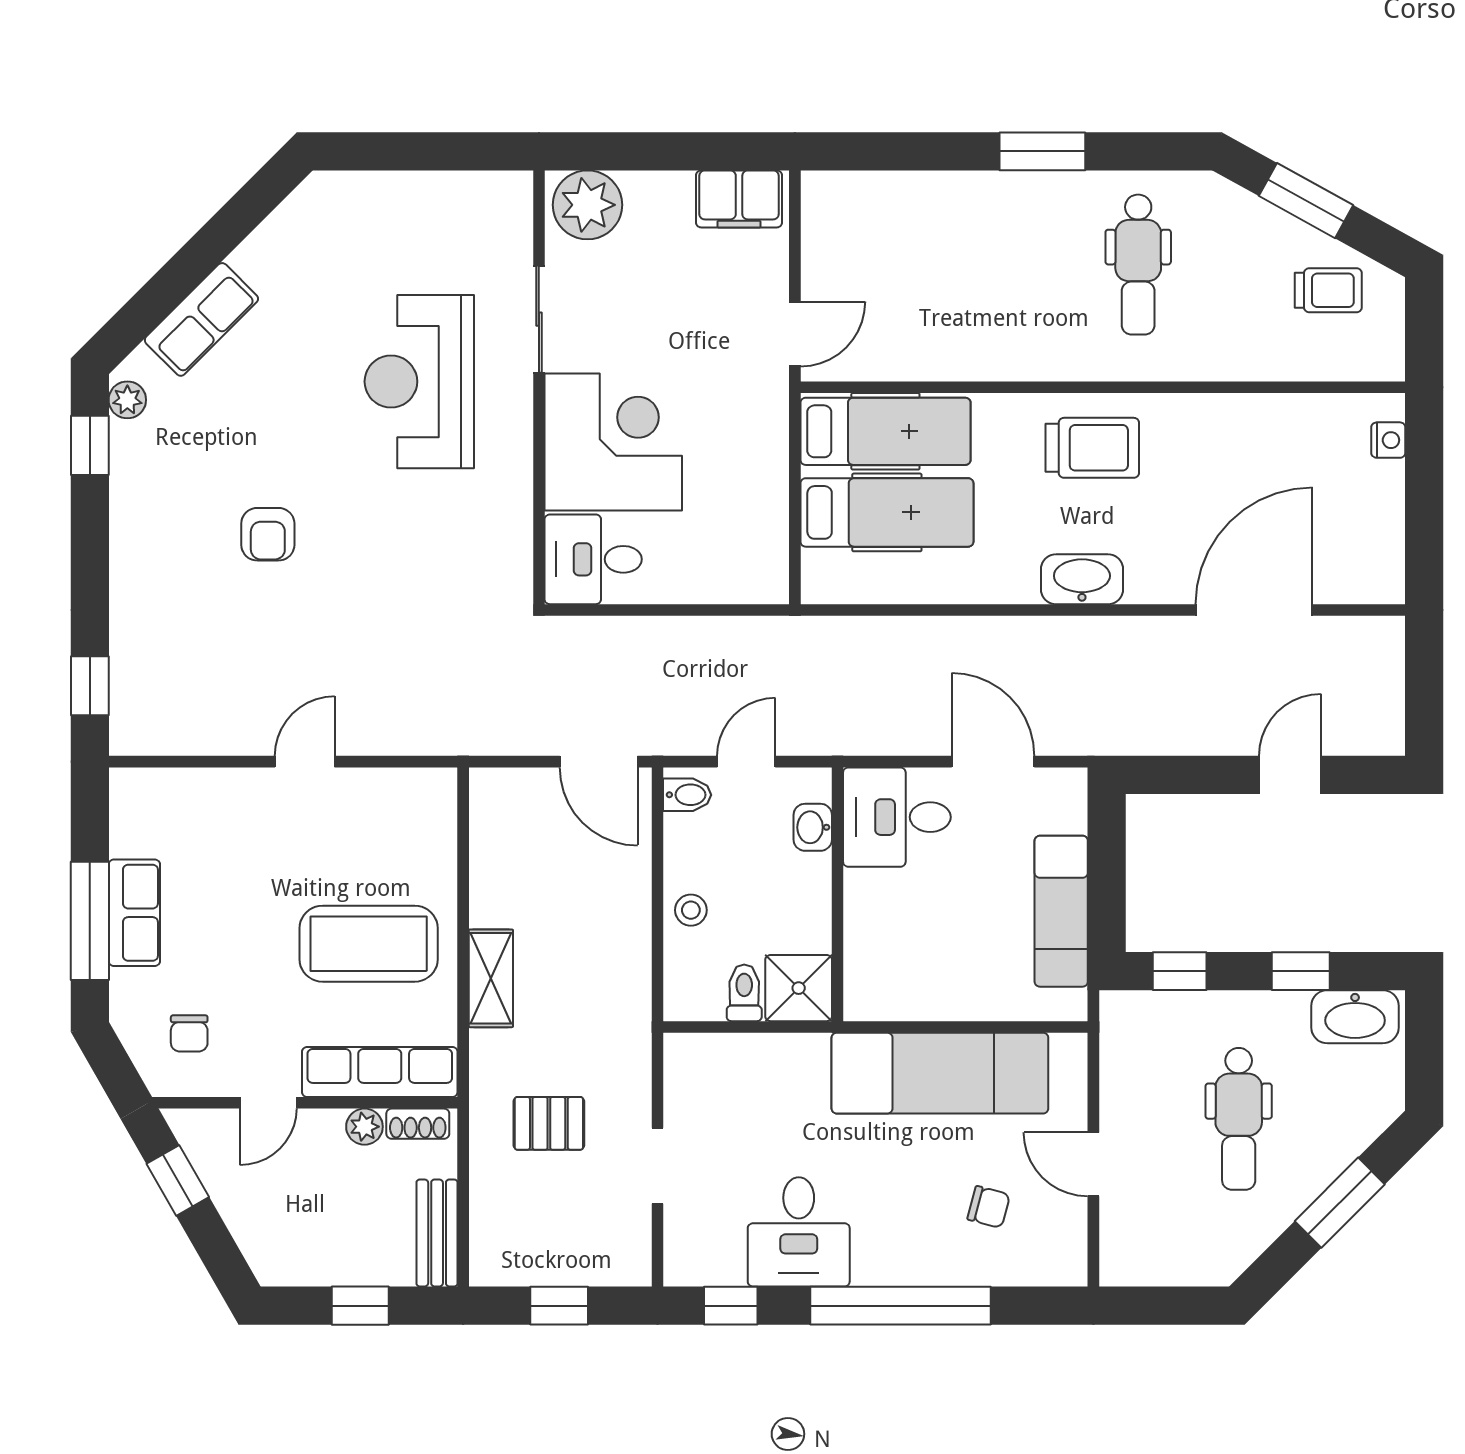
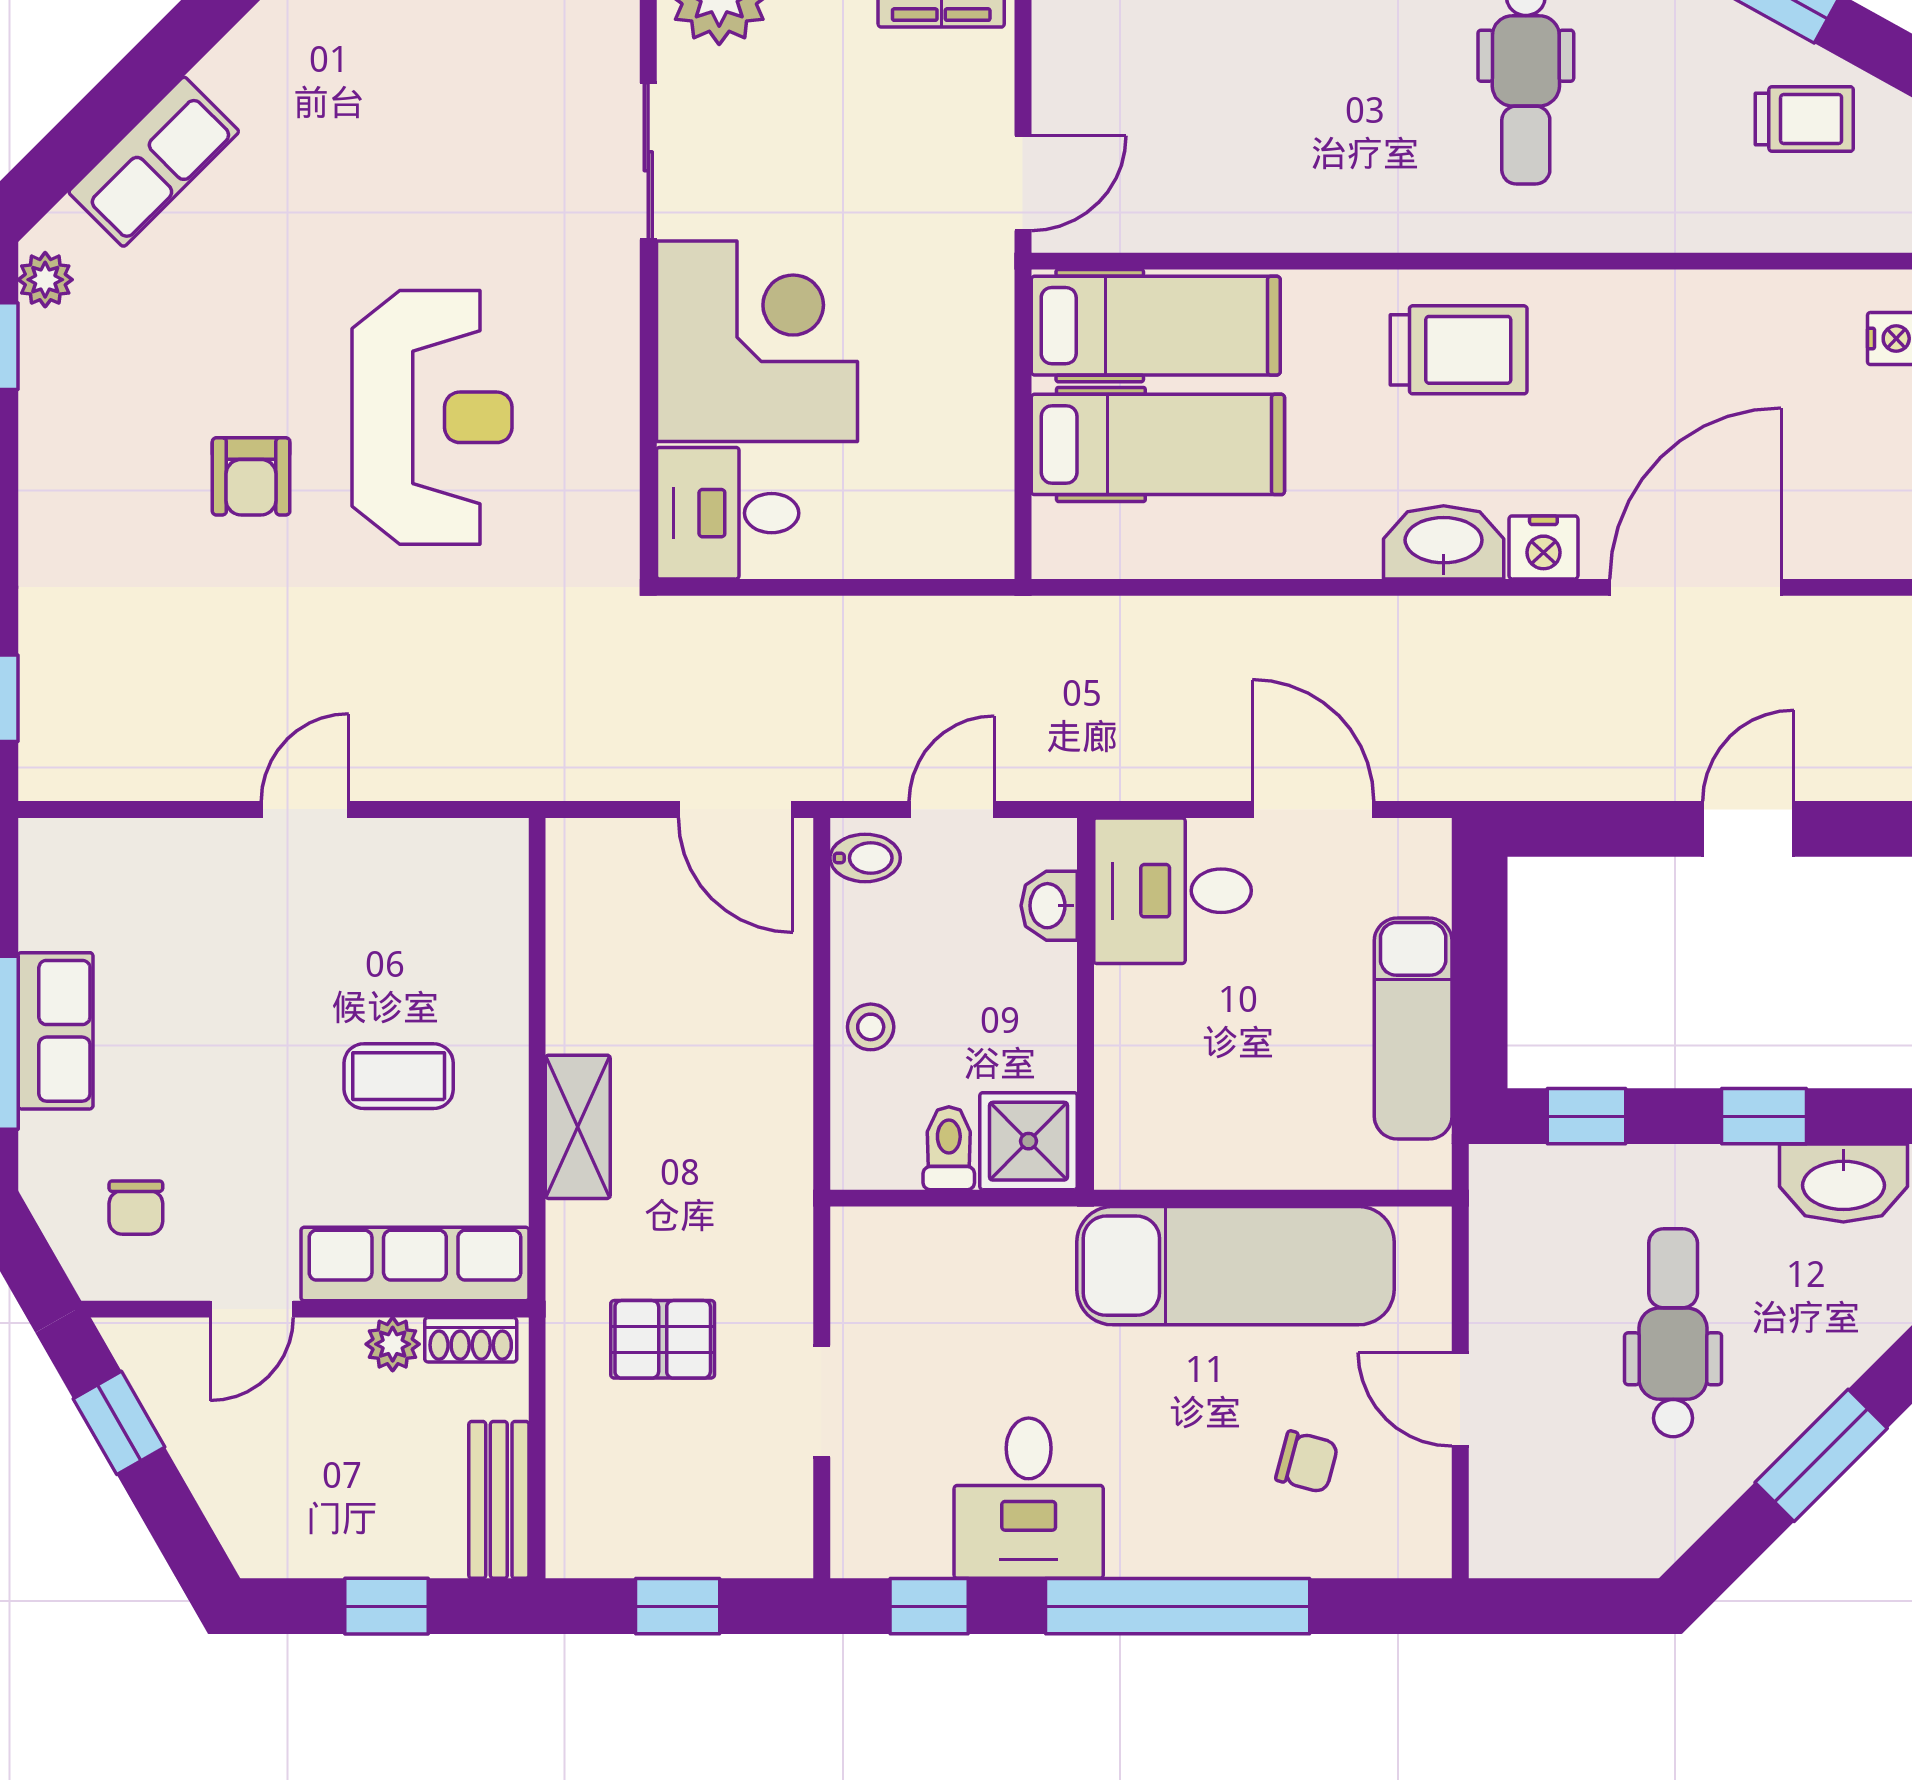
reception desk: (419, 382) -> (432, 417), moved, turned 180
nightstand: (1150, 583) -> (1543, 547), added
coffee table: (369, 944) -> (399, 1076), width x0.54, depth x0.58
dental chair: (1239, 1119) -> (1673, 1333), turned 180

